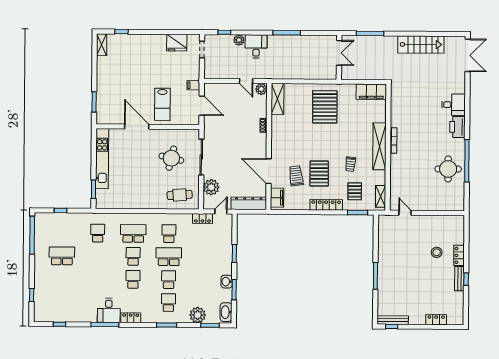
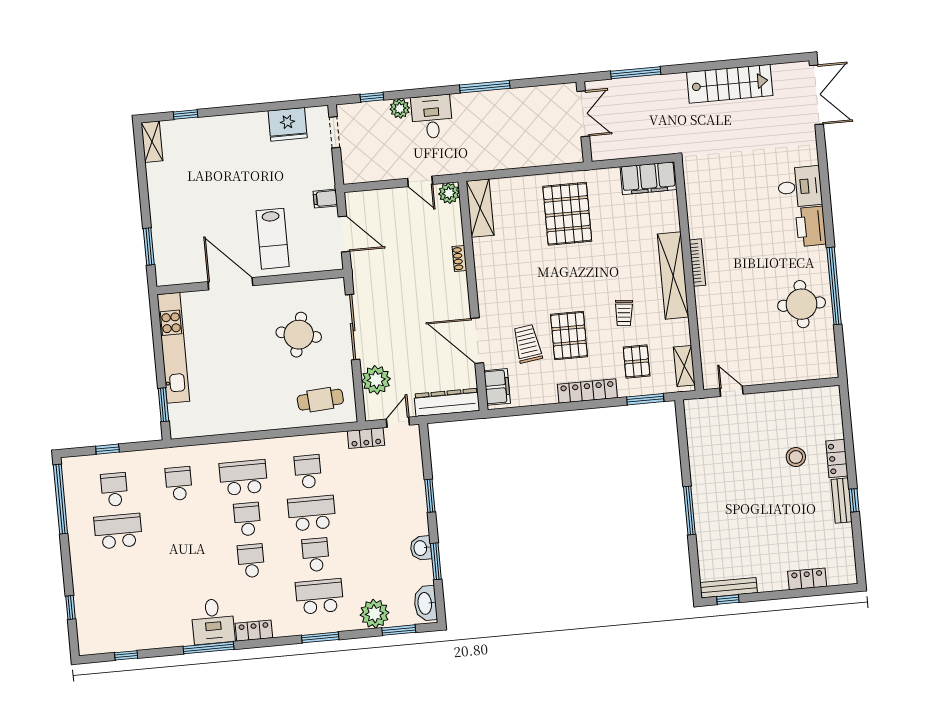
school desk: (62, 233) -> (114, 490), added
school desk: (168, 303) -> (319, 596), width x1.85

